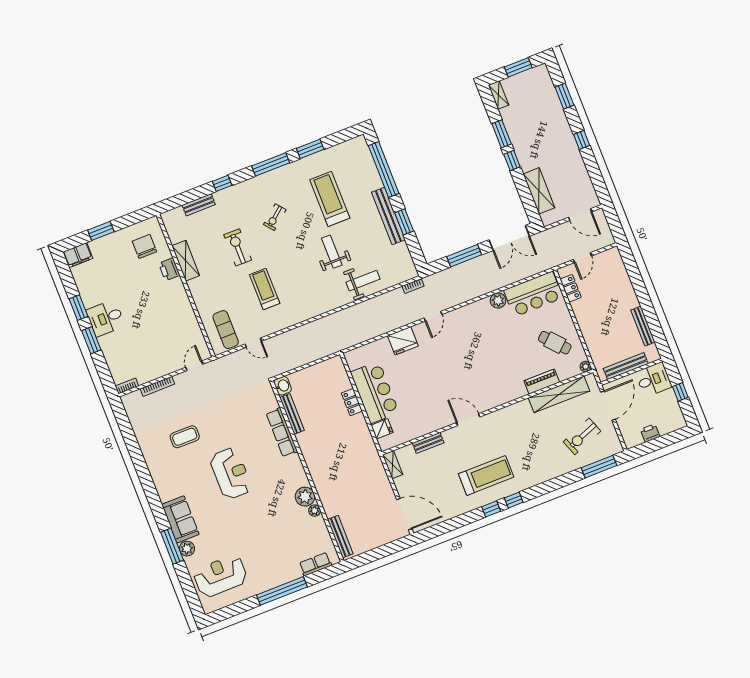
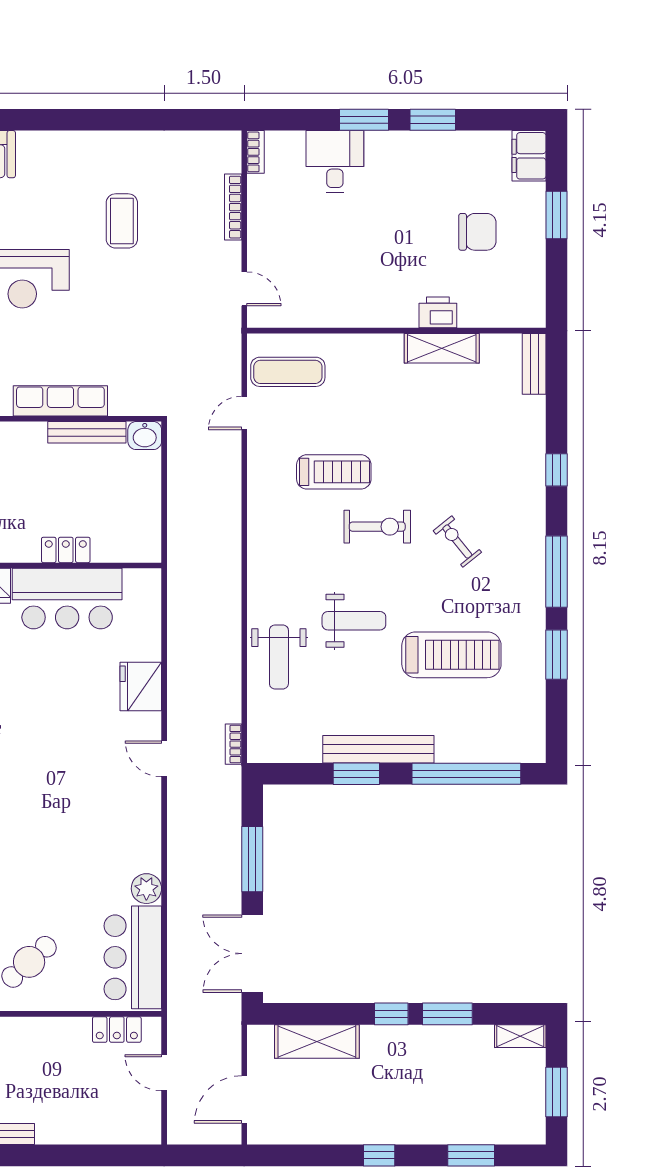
bench: (199, 205) -> (534, 364), moved
chair: (144, 246) -> (477, 232), moved
exercise bike: (238, 247) -> (377, 527), moved
desk: (106, 318) -> (335, 162), moved

